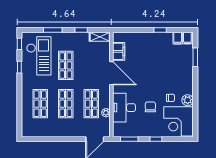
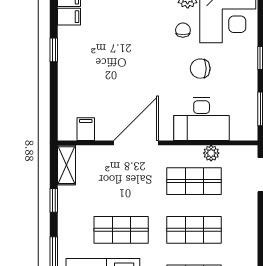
filing cabinet: (119, 51) -> (86, 129), width x0.50

